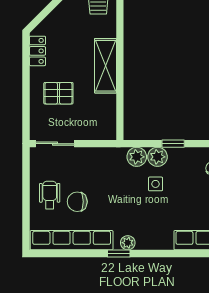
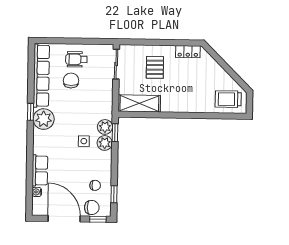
shelving: (105, 66) -> (139, 103), moved
window: (173, 144) -> (115, 133), moved
wheelchair: (50, 195) -> (76, 59), turned 180
plant: (128, 243) -> (44, 119), width x1.87, depth x1.87

